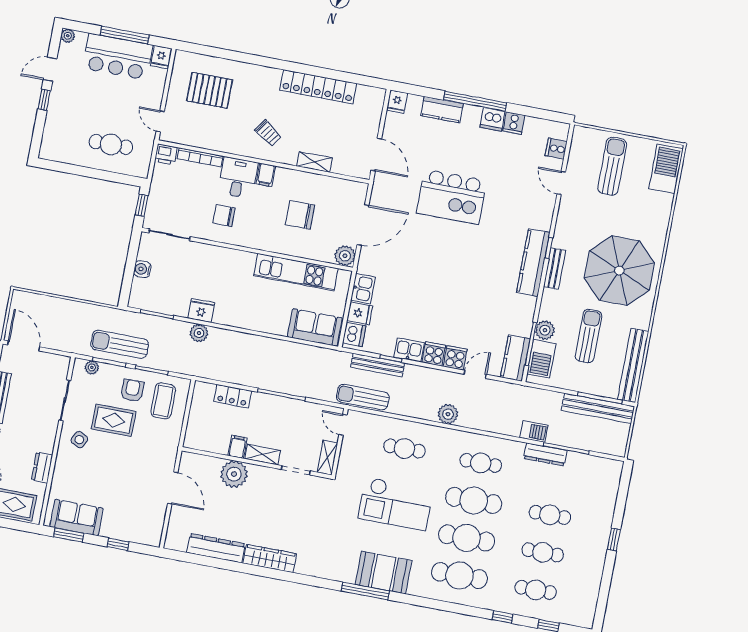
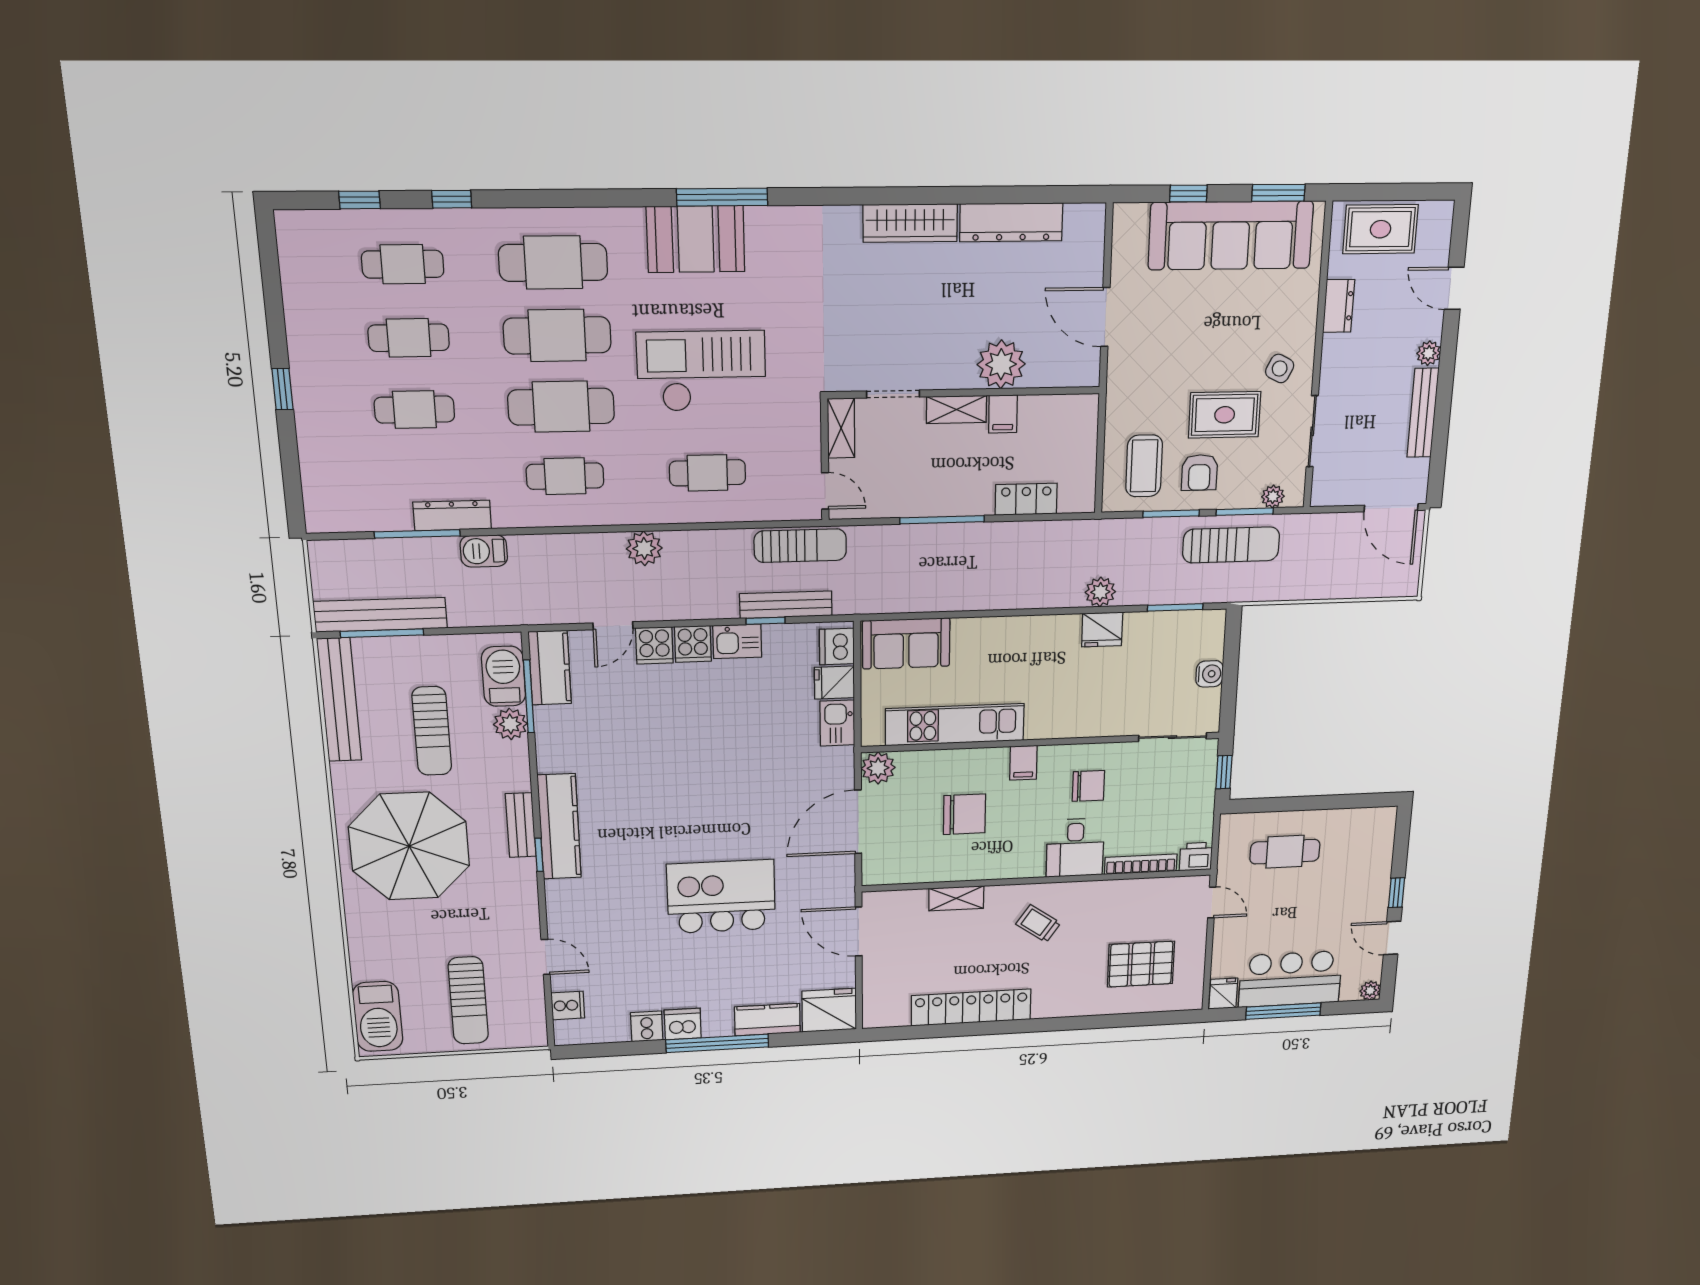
door: (50, 69) -> (1392, 938), swing flipped
fridge: (397, 102) -> (829, 1010), width x1.88, depth x1.34
filing cabinet: (266, 175) -> (1023, 763), moved, turned 180
sofa: (76, 518) -> (1231, 235), width x1.85, depth x1.27

